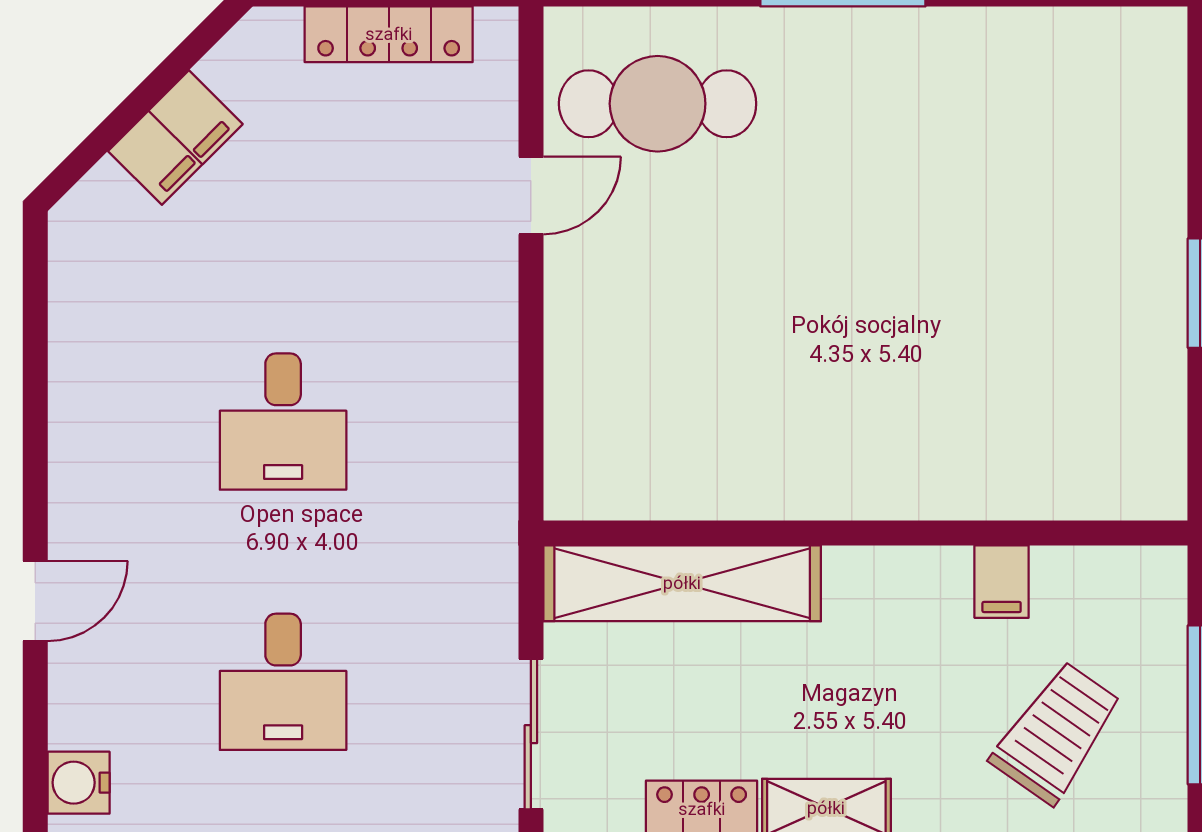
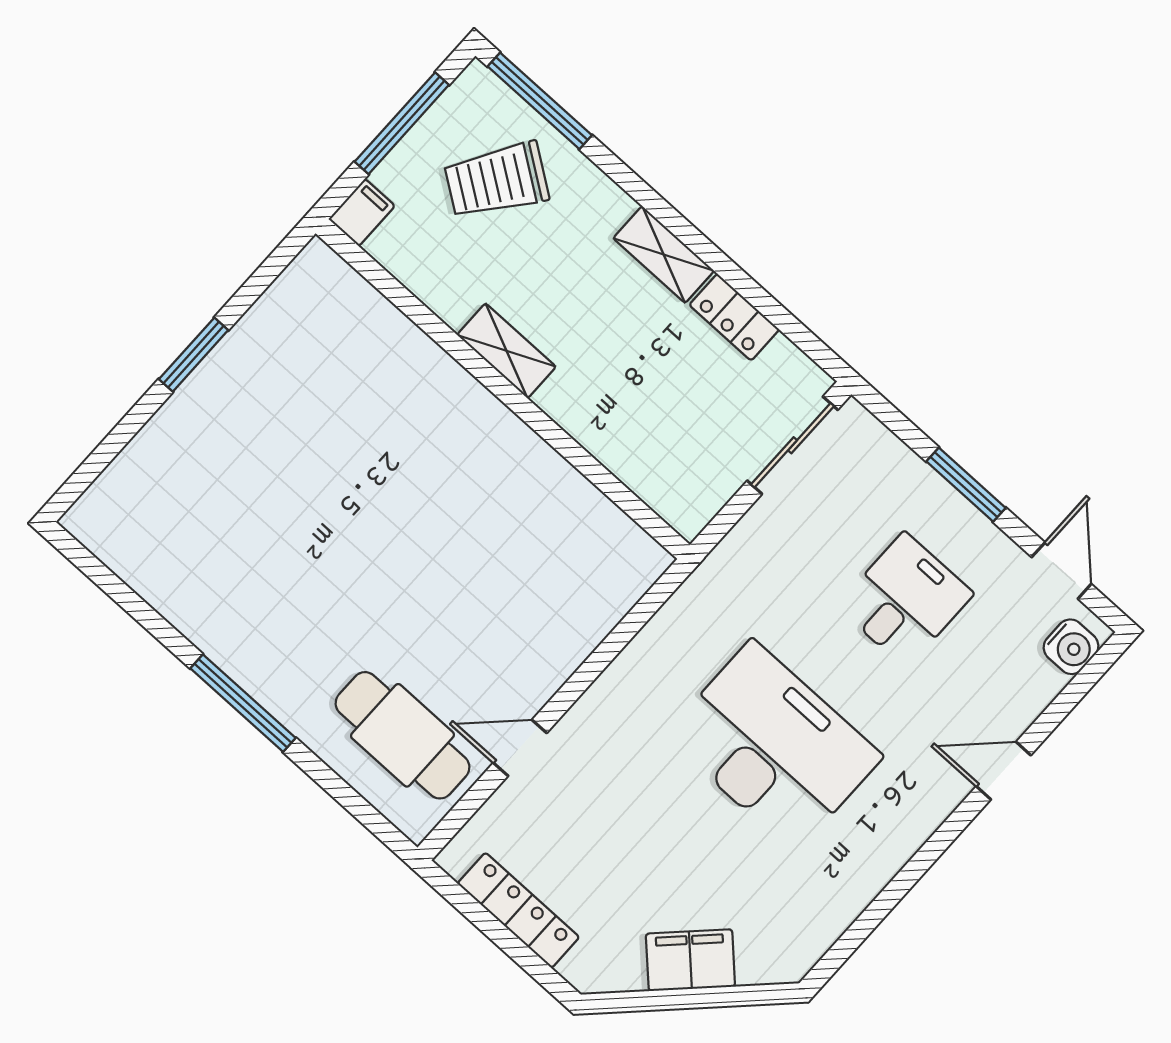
desk: (283, 422) -> (774, 746), width x1.87, depth x1.30
filing cabinet: (1002, 582) -> (362, 213), moved
shelving: (682, 583) -> (506, 351), moved, width x0.45, depth x0.75

